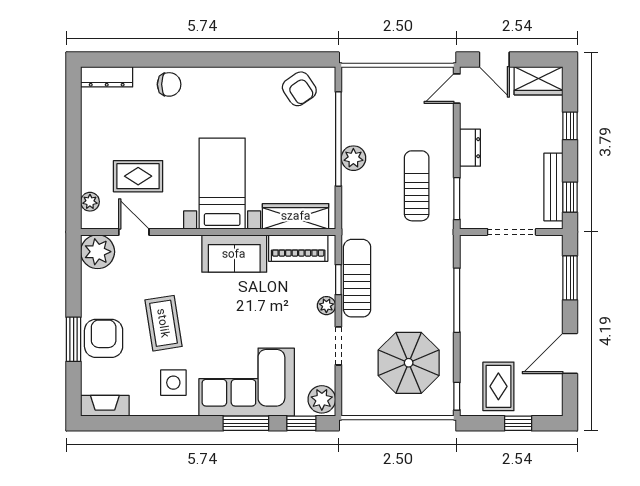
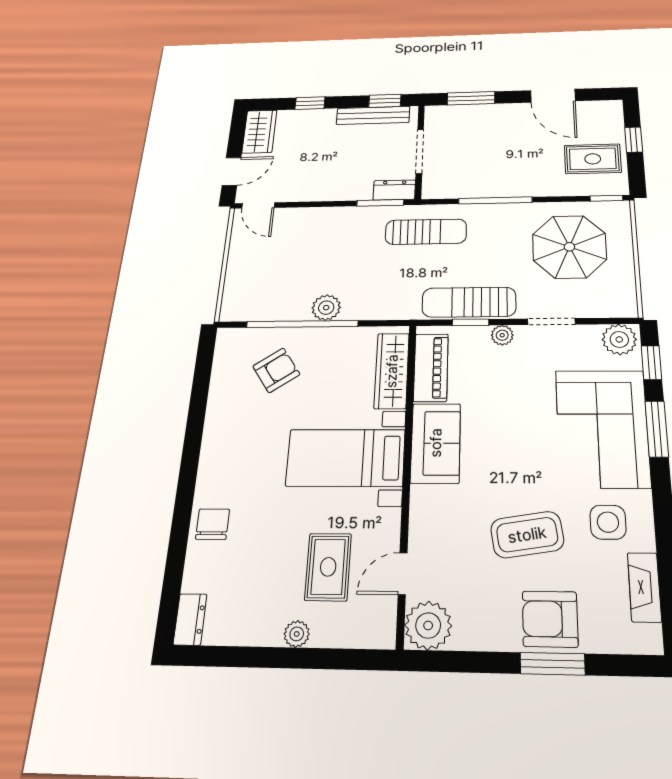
dresser: (107, 77) -> (190, 619), width x0.70
armchair: (299, 89) -> (276, 370), moved
dresser: (470, 148) -> (394, 190), moved
sun lounger: (417, 186) -> (426, 232), moved, turned 180
plant: (90, 202) -> (297, 634), moved
fireplace: (105, 406) -> (644, 587), moved

